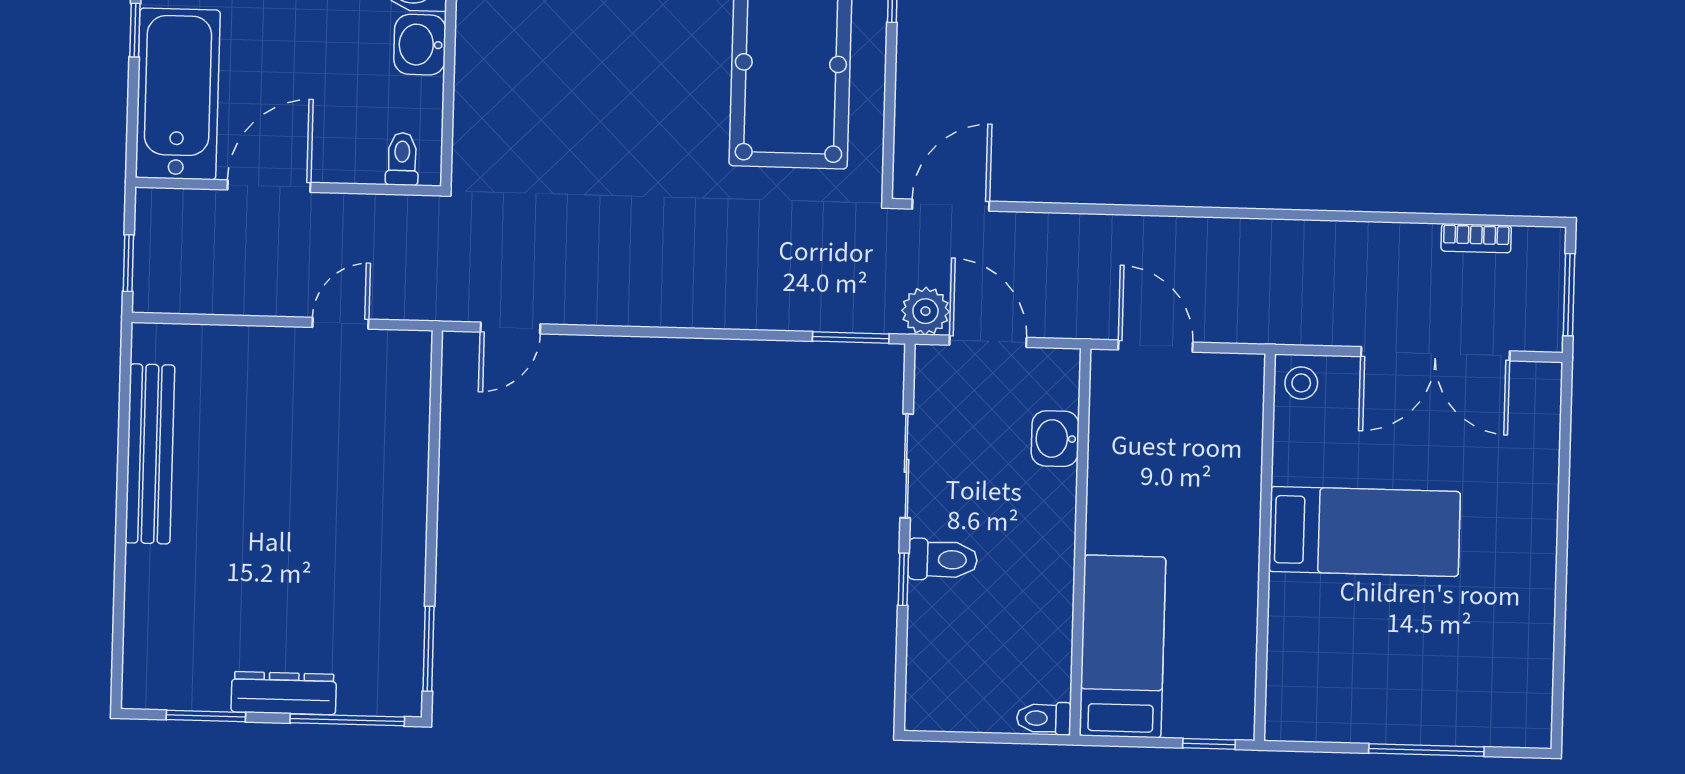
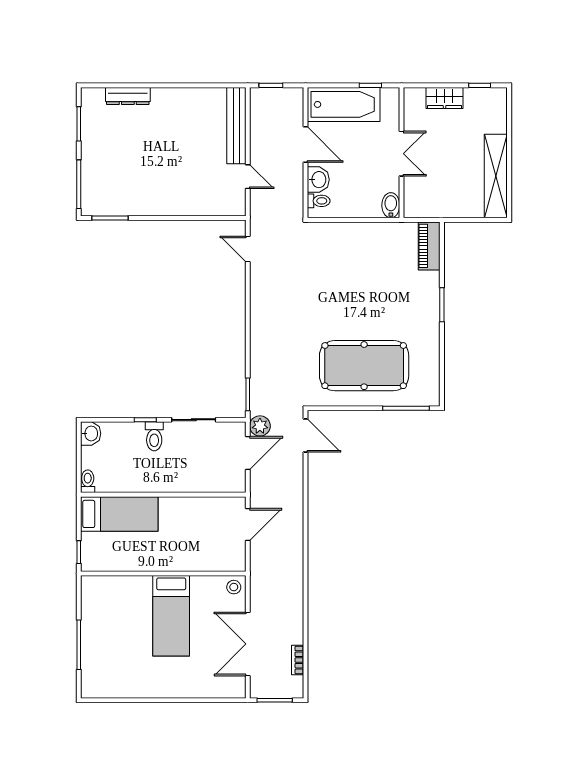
washbasin: (420, 45) -> (318, 180), moved, turned 90
washbasin: (1055, 439) -> (91, 433), moved, turned 90
bench: (150, 454) -> (236, 126), moved, turned 90
dresser: (284, 693) -> (128, 96), moved, turned 90

